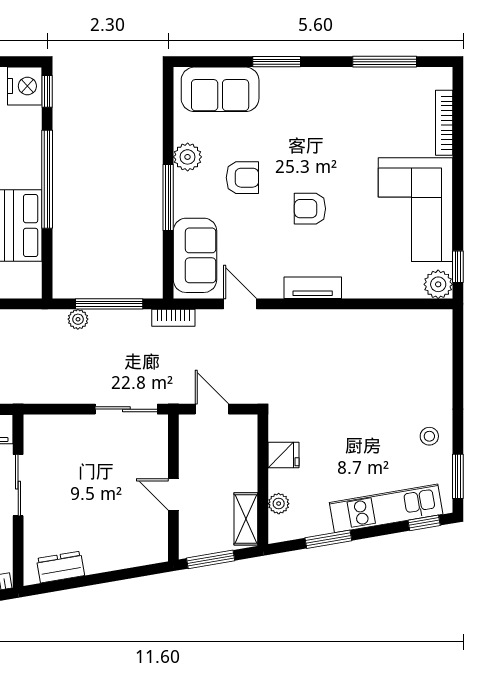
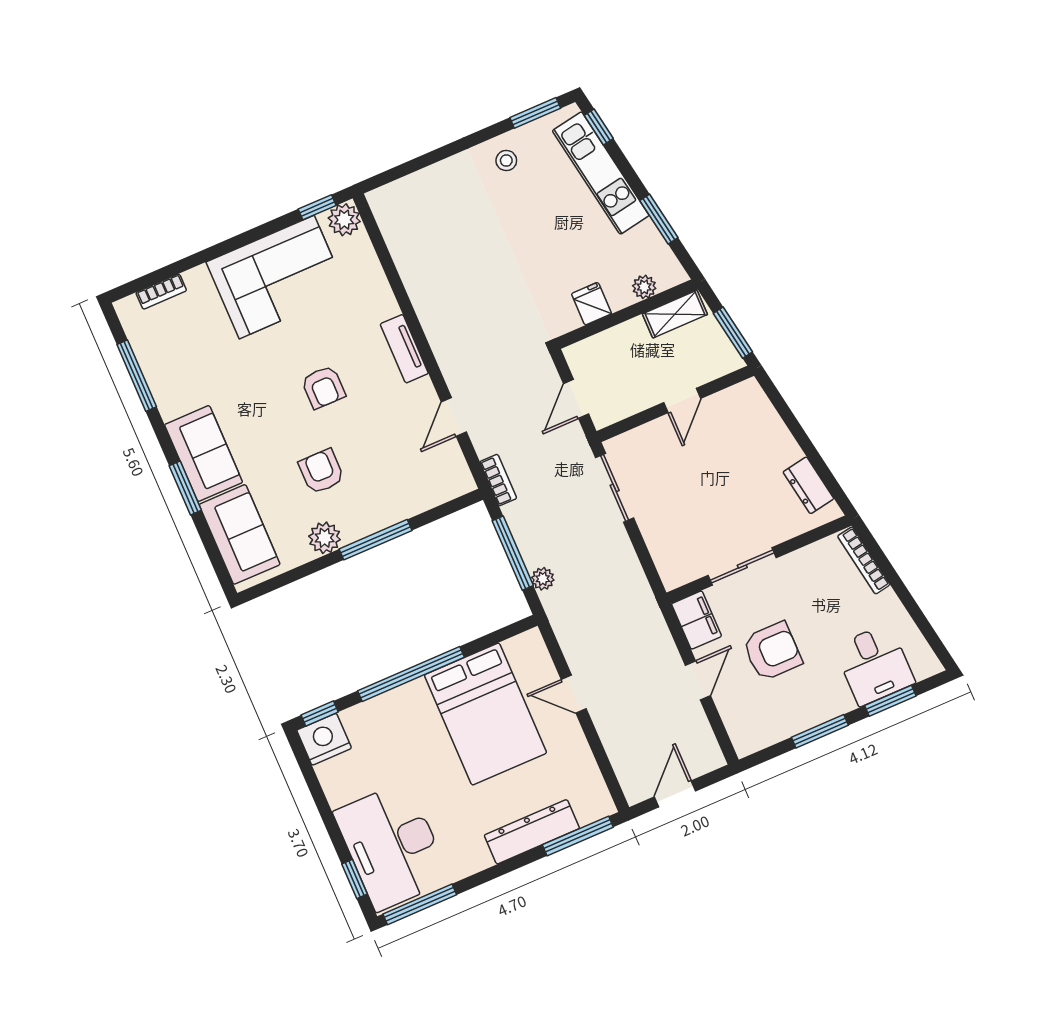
bookcase: (444, 123) -> (161, 292), width x0.64
sofa: (195, 255) -> (204, 454), moved, turned 90

